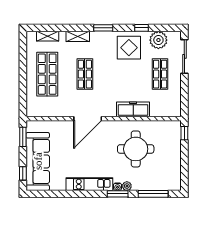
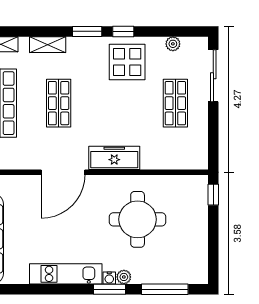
window: (141, 28) -> (123, 31), moved
plant: (158, 40) -> (173, 44), width x0.53, depth x0.53
freezer: (133, 109) -> (114, 158), moved

